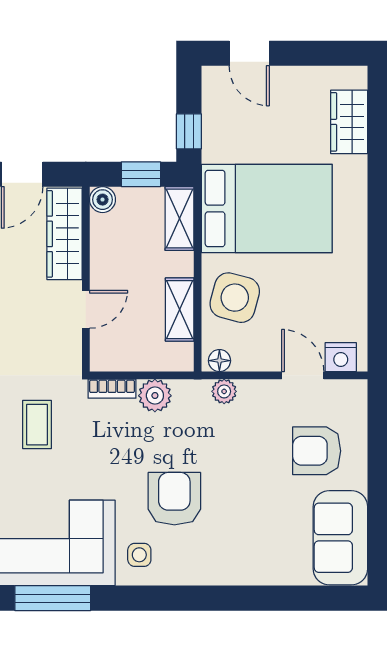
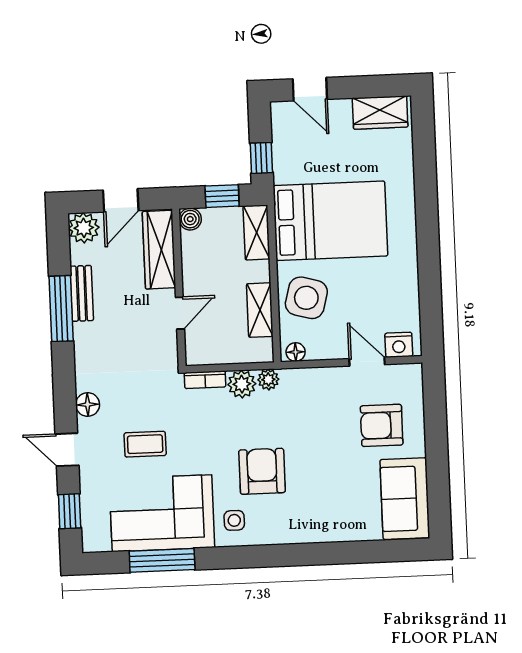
wardrobe: (349, 122) -> (380, 113), moved, turned -90
plant: (224, 391) -> (268, 379), moved
coffee table: (37, 425) -> (145, 444), moved, turned 90

